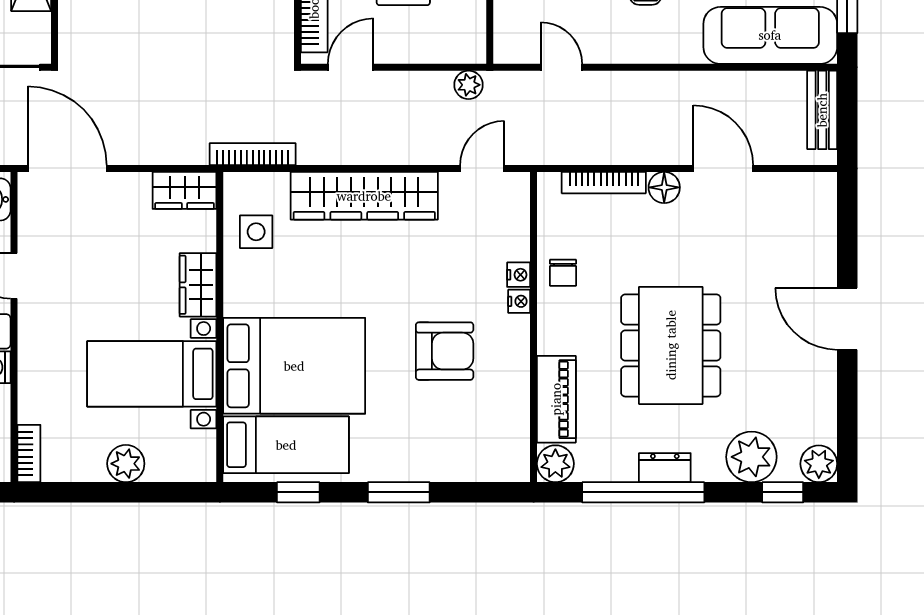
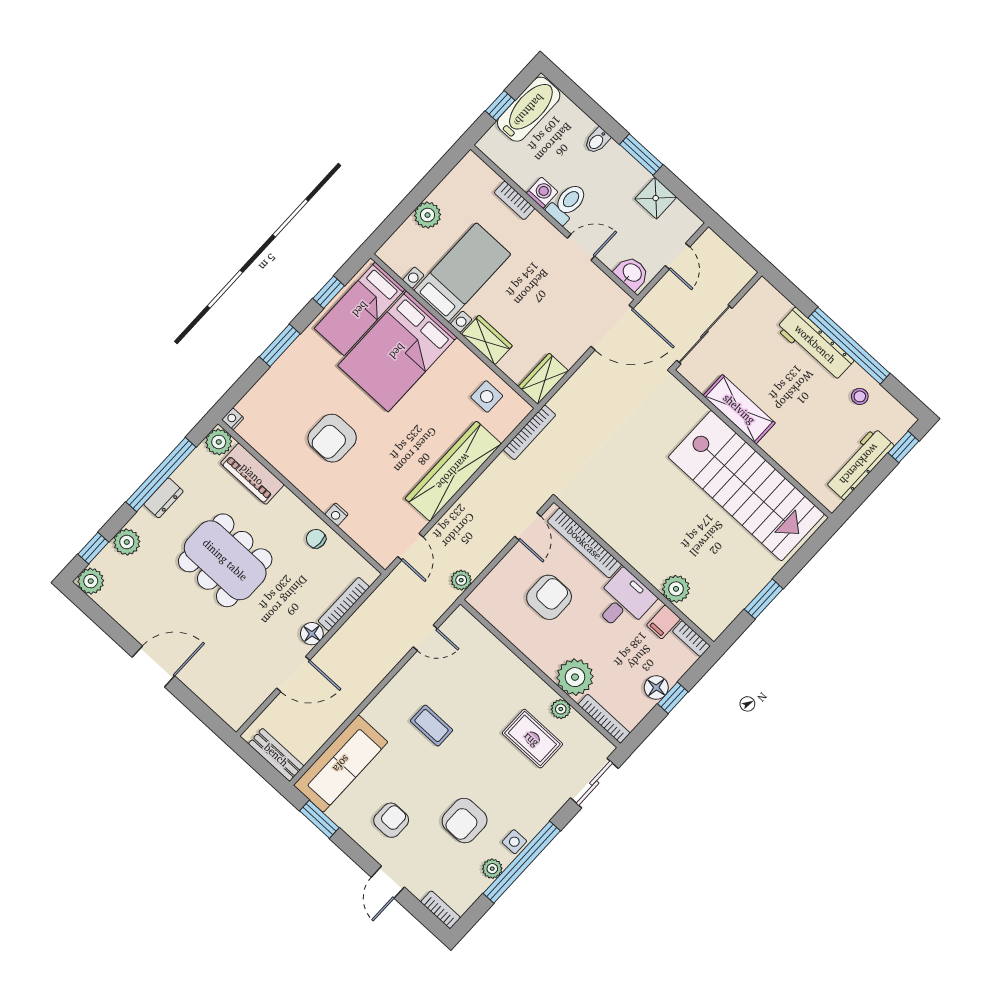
nightstand: (519, 301) -> (233, 419), moved, turned 90
bookcase: (29, 454) -> (514, 200), moved
plant: (751, 457) -> (127, 542), width x0.73, depth x0.73

